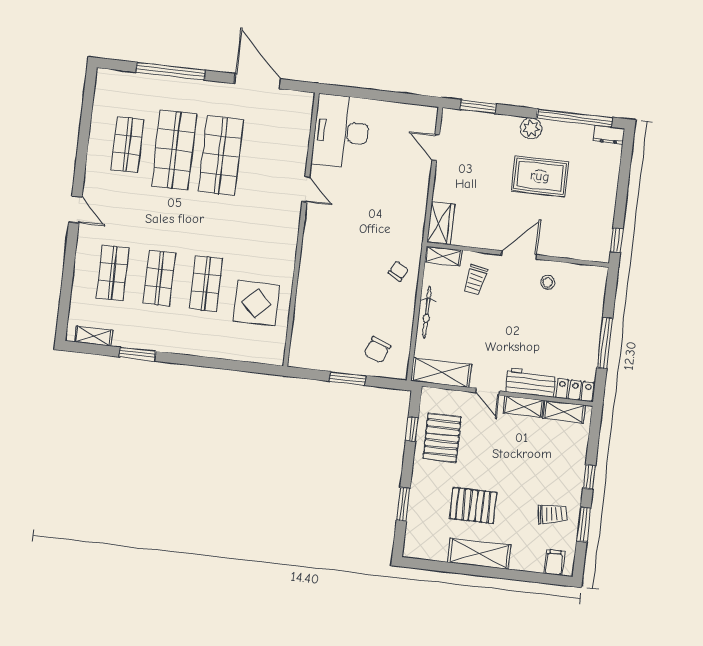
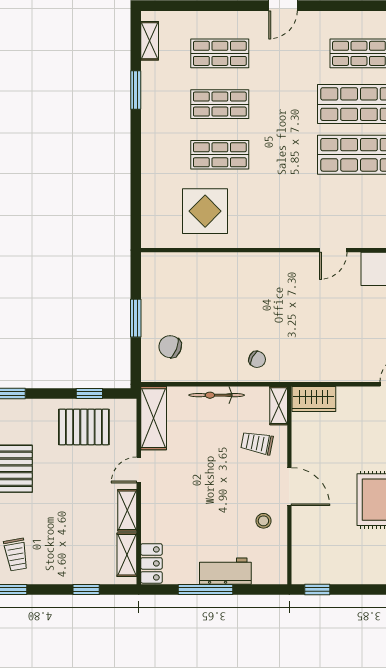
workbench: (531, 382) -> (225, 571), moved, turned -90
window: (589, 477) -> (86, 590), moved

